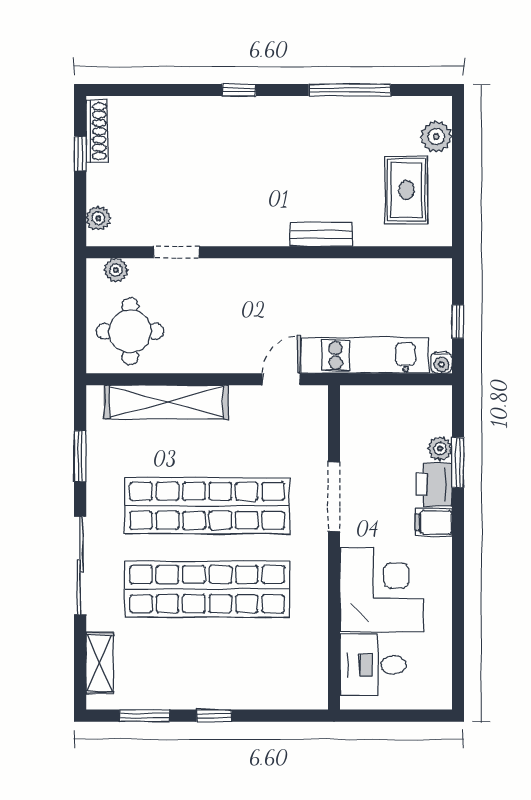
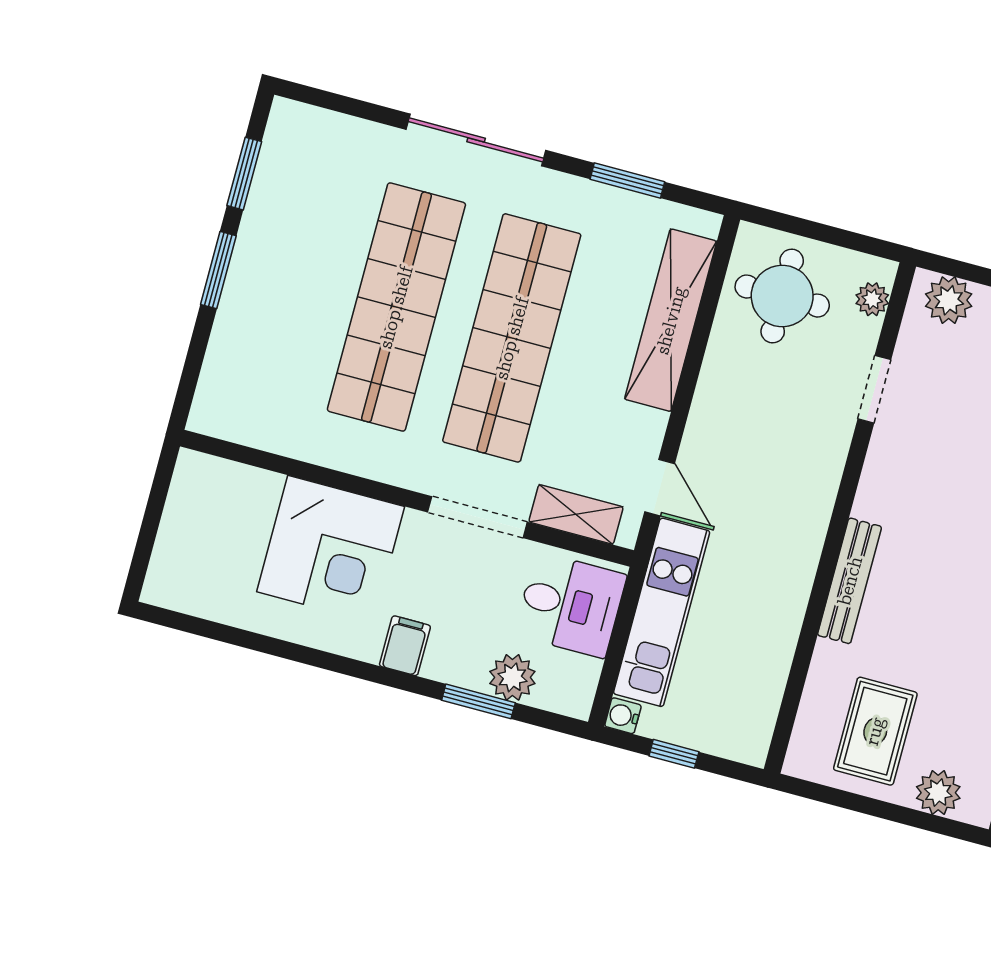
rug: (406, 190) -> (875, 731), turned 90
plant: (98, 218) -> (949, 300), width x1.38, depth x1.38
bench: (321, 234) -> (850, 581), width x1.36
plant: (440, 449) -> (512, 677), width x1.38, depth x1.38
printer: (434, 484) -> (457, 660), removed
shelving: (100, 663) -> (576, 514), moved
desk: (373, 665) -> (570, 605), moved, turned 90
window: (214, 716) -> (218, 270), width x1.50

